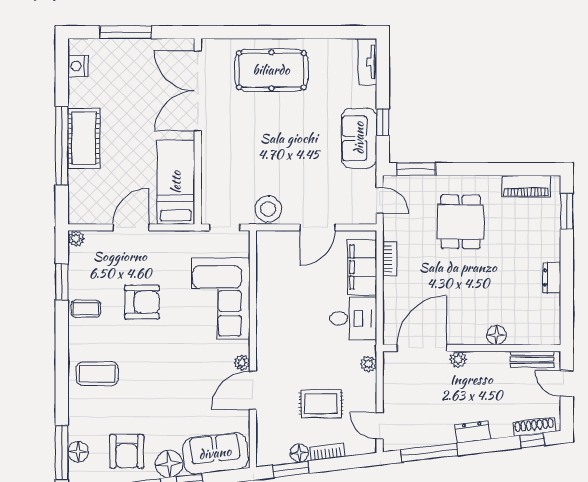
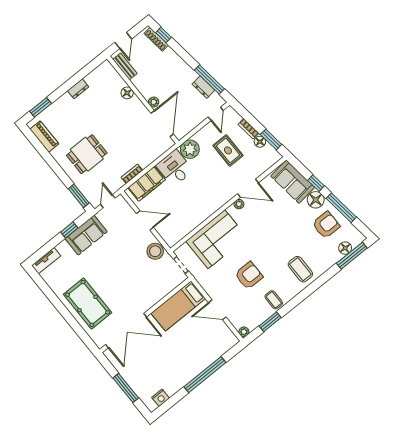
cot: (84, 138) -> (193, 367), removed
armchair: (142, 302) -> (249, 276), turned 90
door: (422, 348) -> (162, 124), swing flipped
plant: (369, 364) -> (190, 149), width x1.87, depth x1.87
dresser: (473, 432) -> (203, 87), moved

